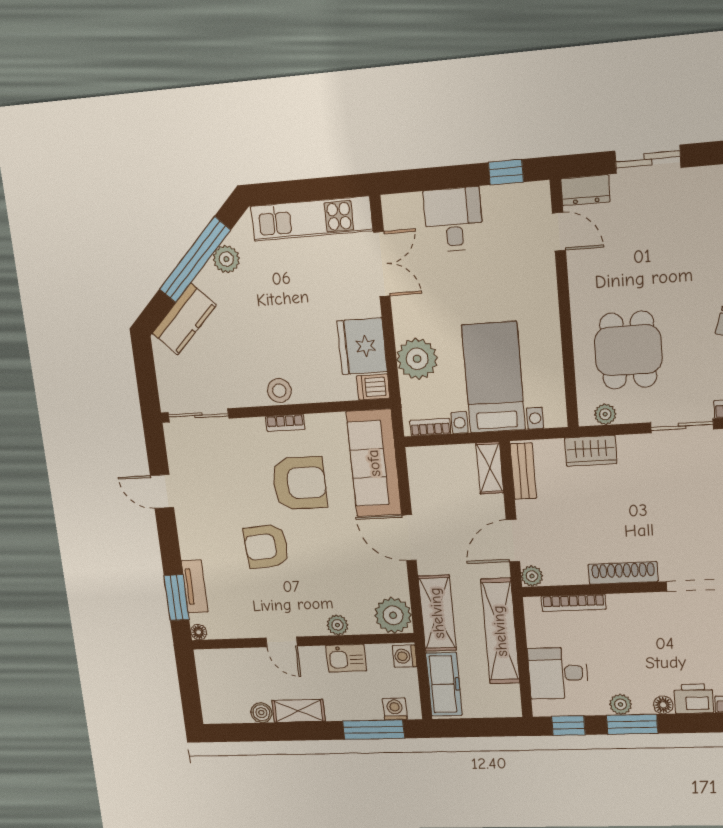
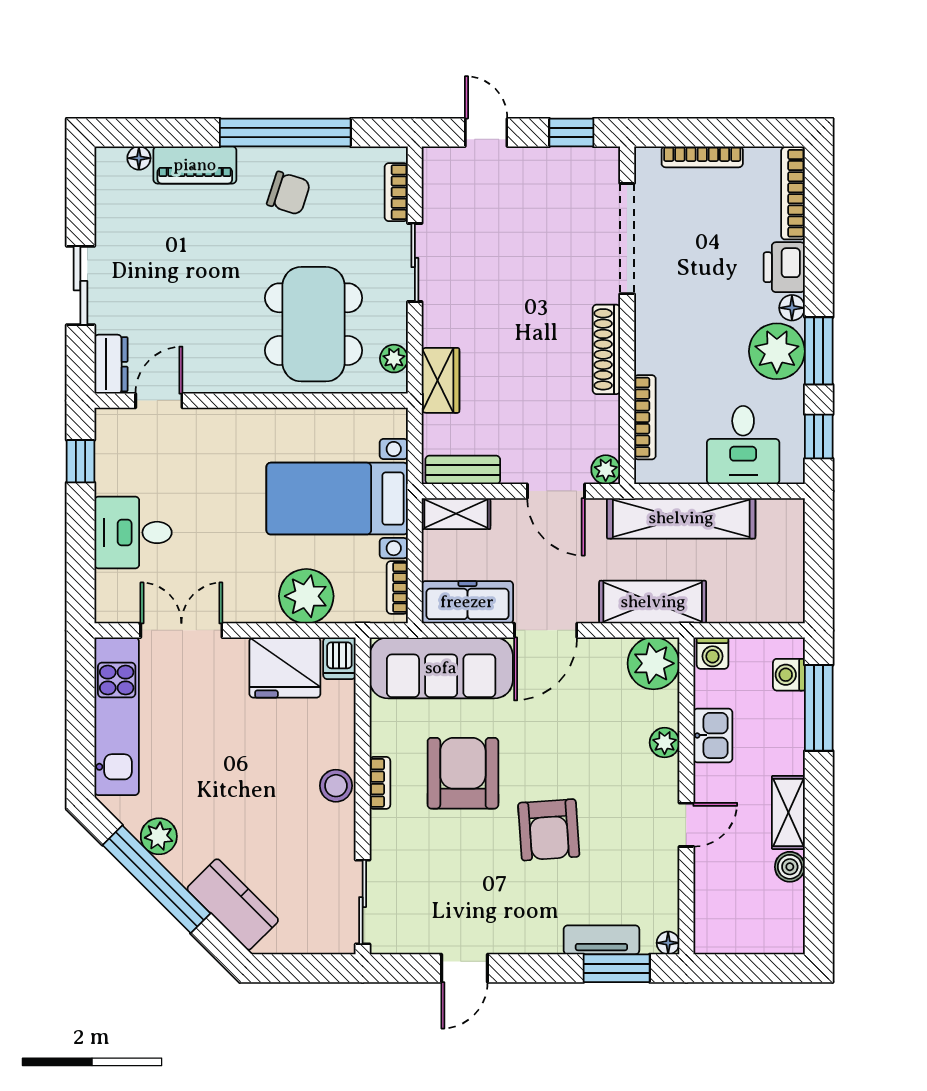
dining table: (628, 350) -> (314, 324), width x1.38
freezer: (444, 684) -> (467, 602), moved
plant: (621, 704) -> (777, 351), width x1.88, depth x1.88

